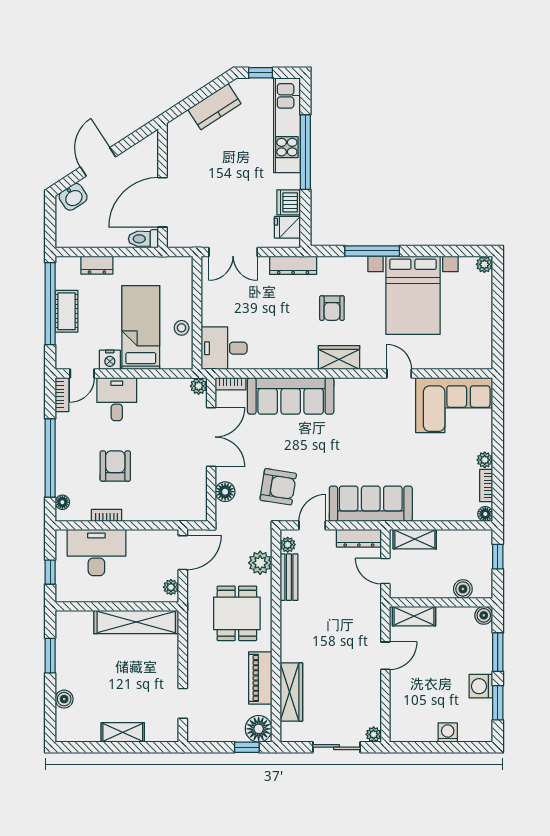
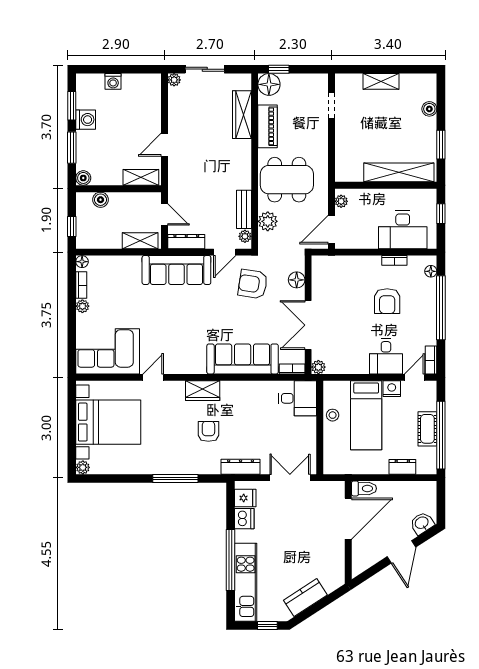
bed with nightstands: (413, 295) -> (108, 422), moved, turned 90
door: (399, 374) -> (153, 377), swing flipped
dining table: (237, 613) -> (287, 180), width x1.38
shelving: (136, 622) -> (399, 172), moved

